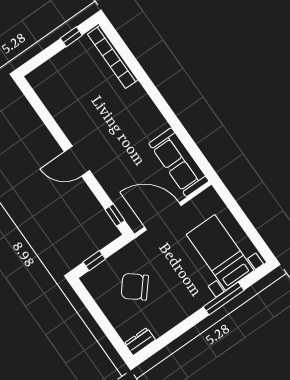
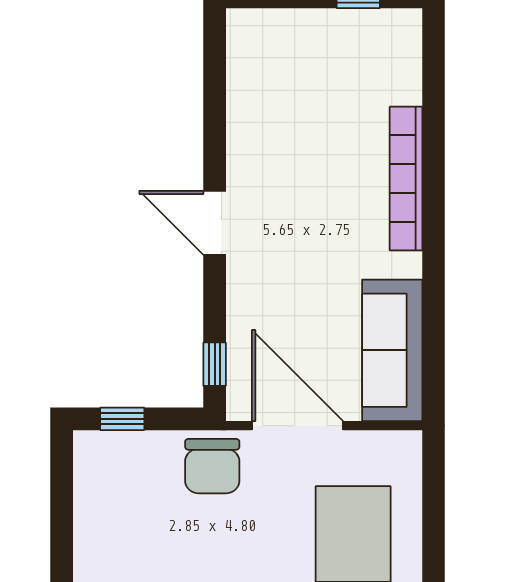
bookcase: (113, 57) -> (406, 178), moved
chair: (135, 287) -> (212, 466), moved, turned -130

